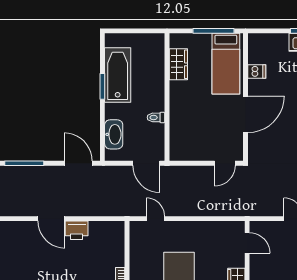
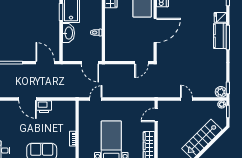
washbasin: (114, 134) -> (68, 33), moved
door: (155, 219) -> (96, 99), hinge flipped
door: (247, 243) -> (156, 115), swing flipped

